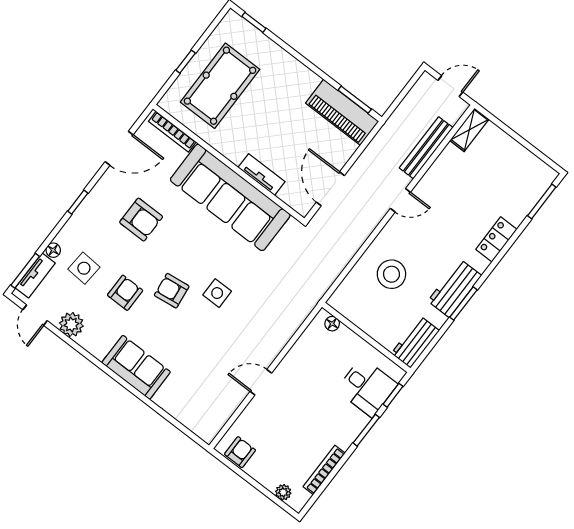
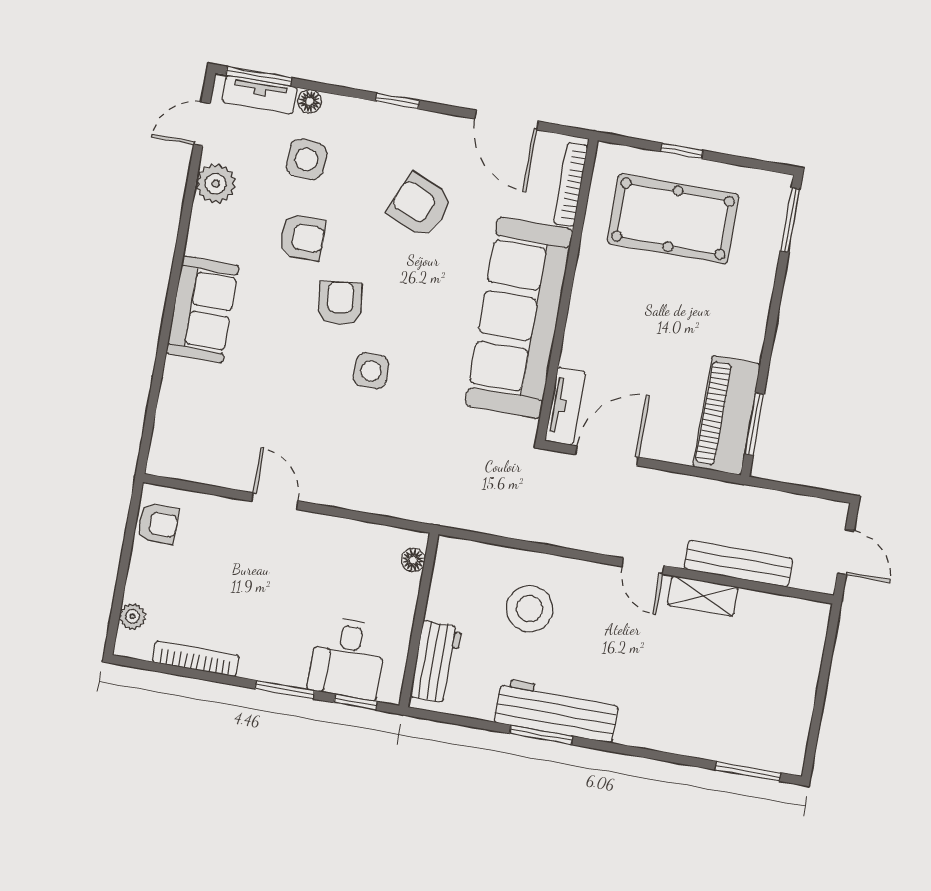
window: (254, 22) -> (790, 220), width x1.50
shelving: (469, 130) -> (703, 596), moved
tv unit: (262, 175) -> (565, 406), moved
armchair: (141, 220) -> (420, 205), turned 113
locker: (496, 239) -> (659, 734), removed
workbench: (455, 288) -> (557, 711), width x1.38
workbench: (415, 342) -> (436, 662), moved, turned 90

